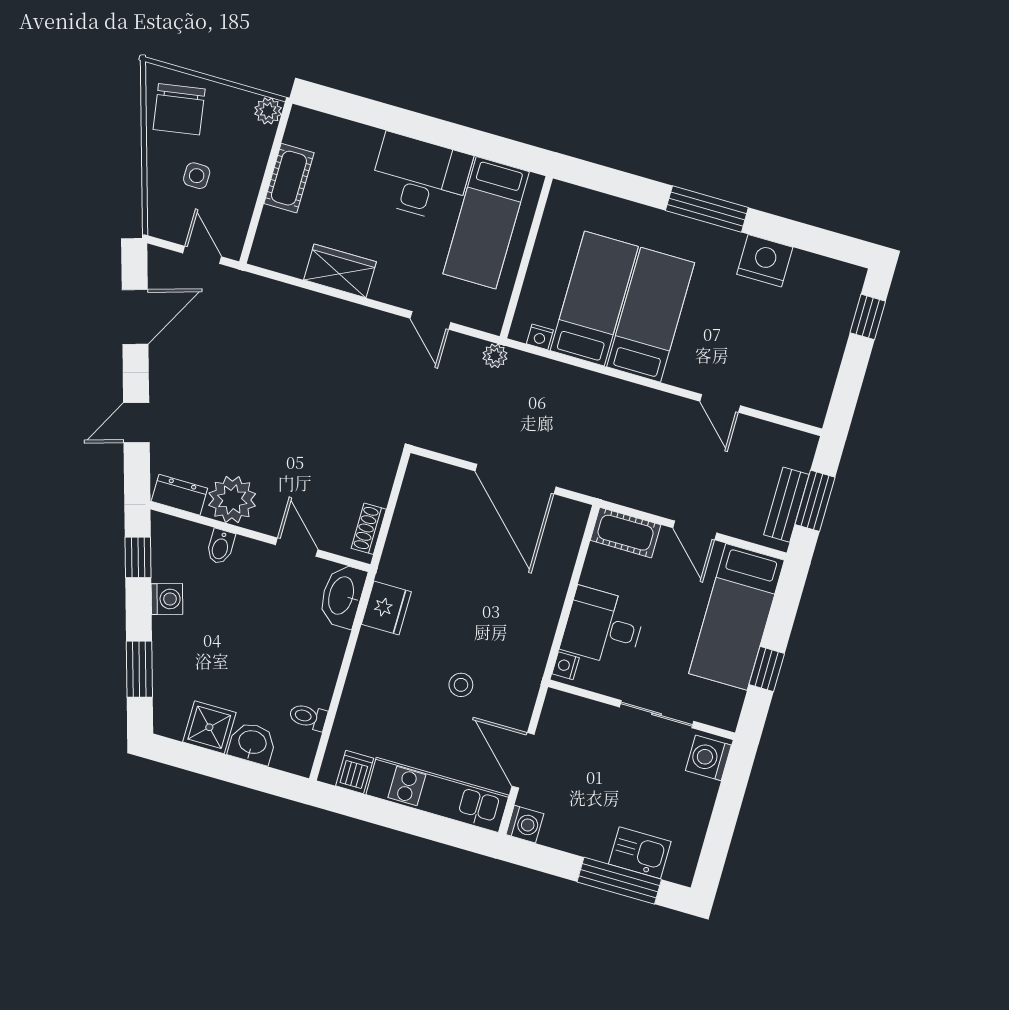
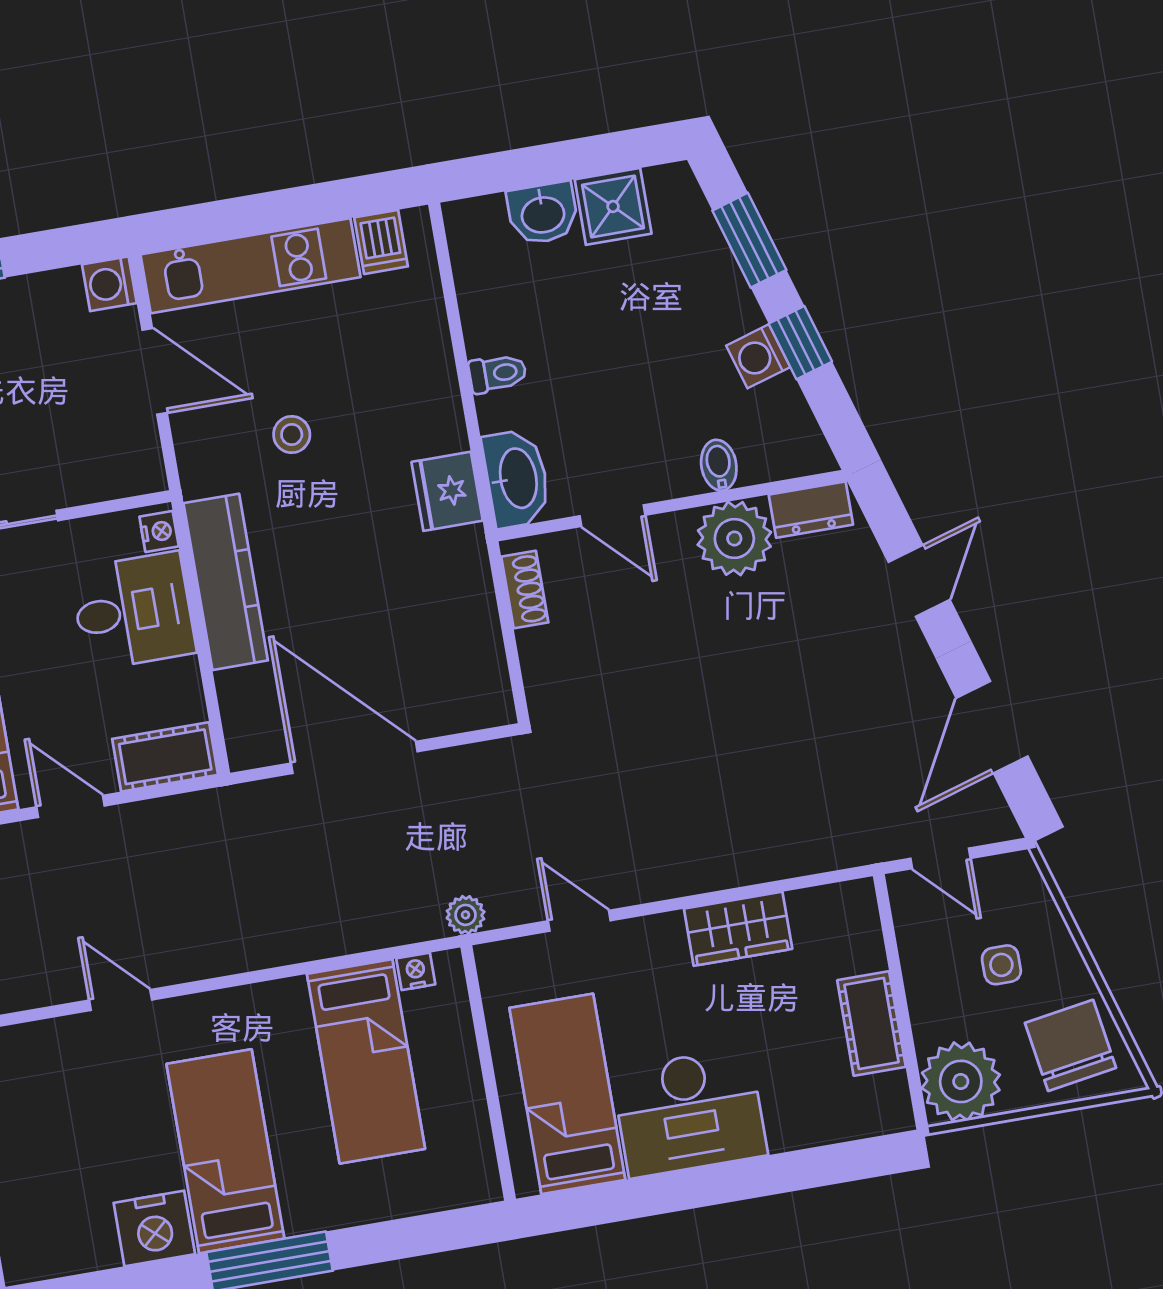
plant: (268, 111) -> (961, 1081), width x1.87, depth x1.87
bed: (651, 315) -> (225, 1151), moved, turned 180
window: (138, 557) -> (800, 343), moved
kitchen counter: (541, 618) -> (226, 582), added
toilet: (308, 717) -> (498, 373), moved

